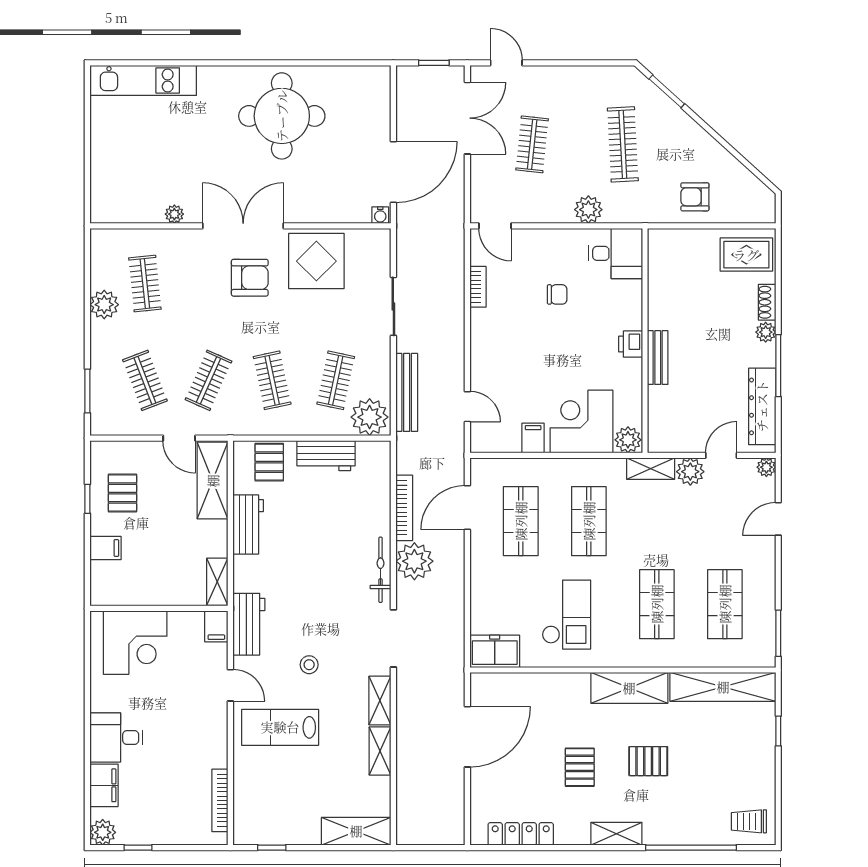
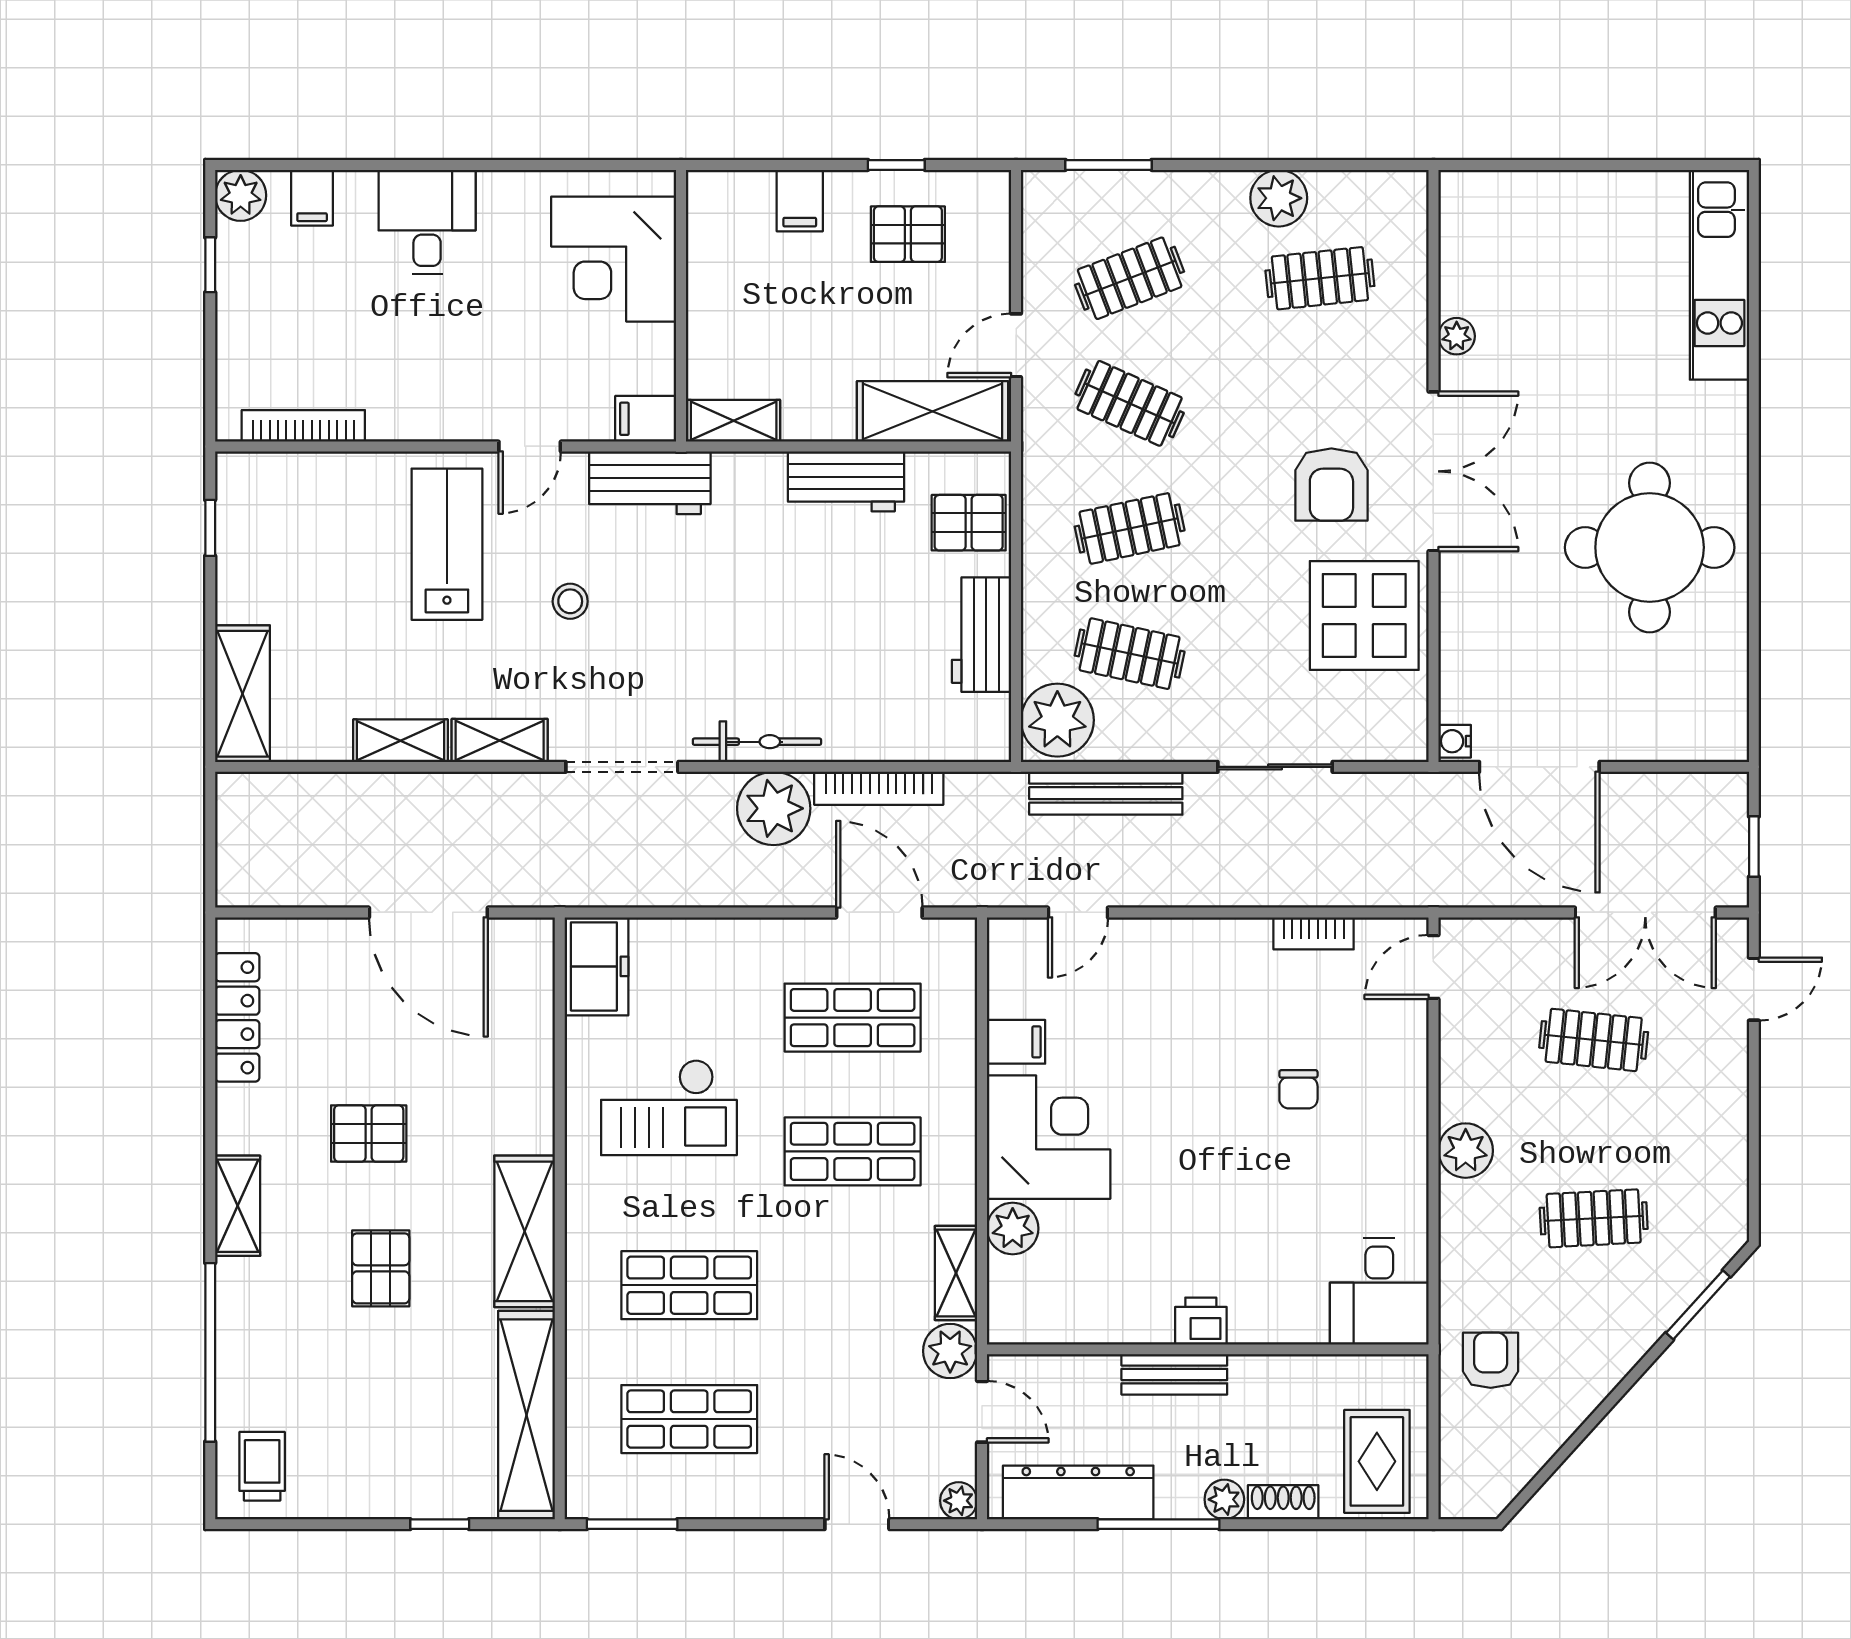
clothes rail: (623, 144) -> (1594, 1218), width x0.73
desk: (615, 253) -> (1379, 1291), moved
wall: (645, 341) -> (1208, 1349), moved
printer: (631, 344) -> (1201, 1321), moved
bench: (658, 358) -> (1174, 1374), moved
filing cabinet: (104, 785) -> (312, 198), width x0.50

